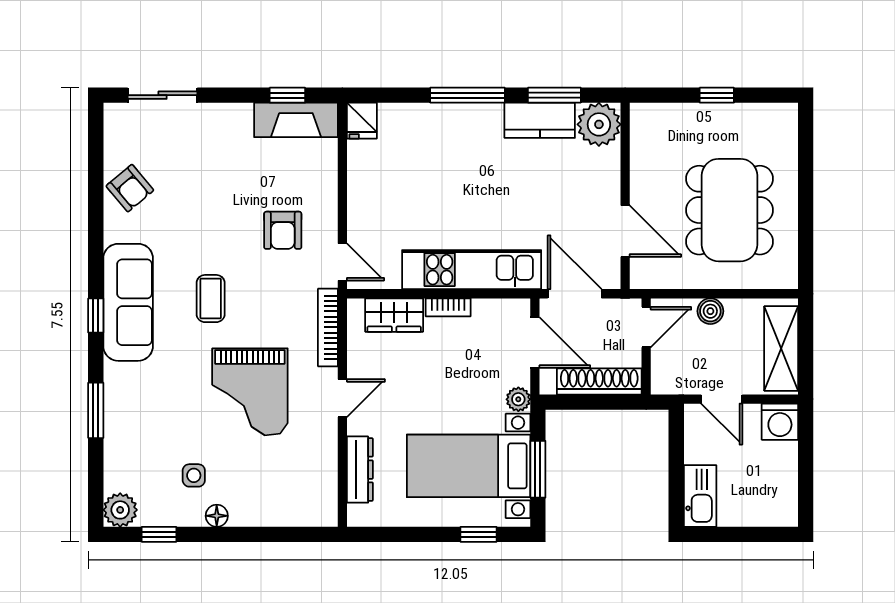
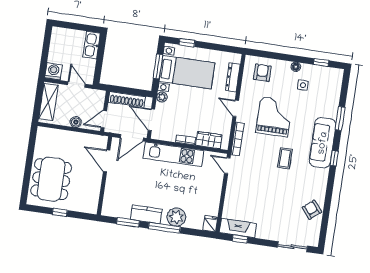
kitchen counter: (540, 120) -> (146, 214), moved
plant: (599, 124) -> (176, 217), moved
dining table: (730, 210) -> (51, 179), moved
armchair: (283, 230) -> (262, 73), moved
door: (575, 294) -> (132, 138), hinge flipped
sofa: (128, 302) -> (323, 143), moved
door: (342, 398) -> (236, 108), hinge flipped
plant: (120, 510) -> (336, 75), removed

